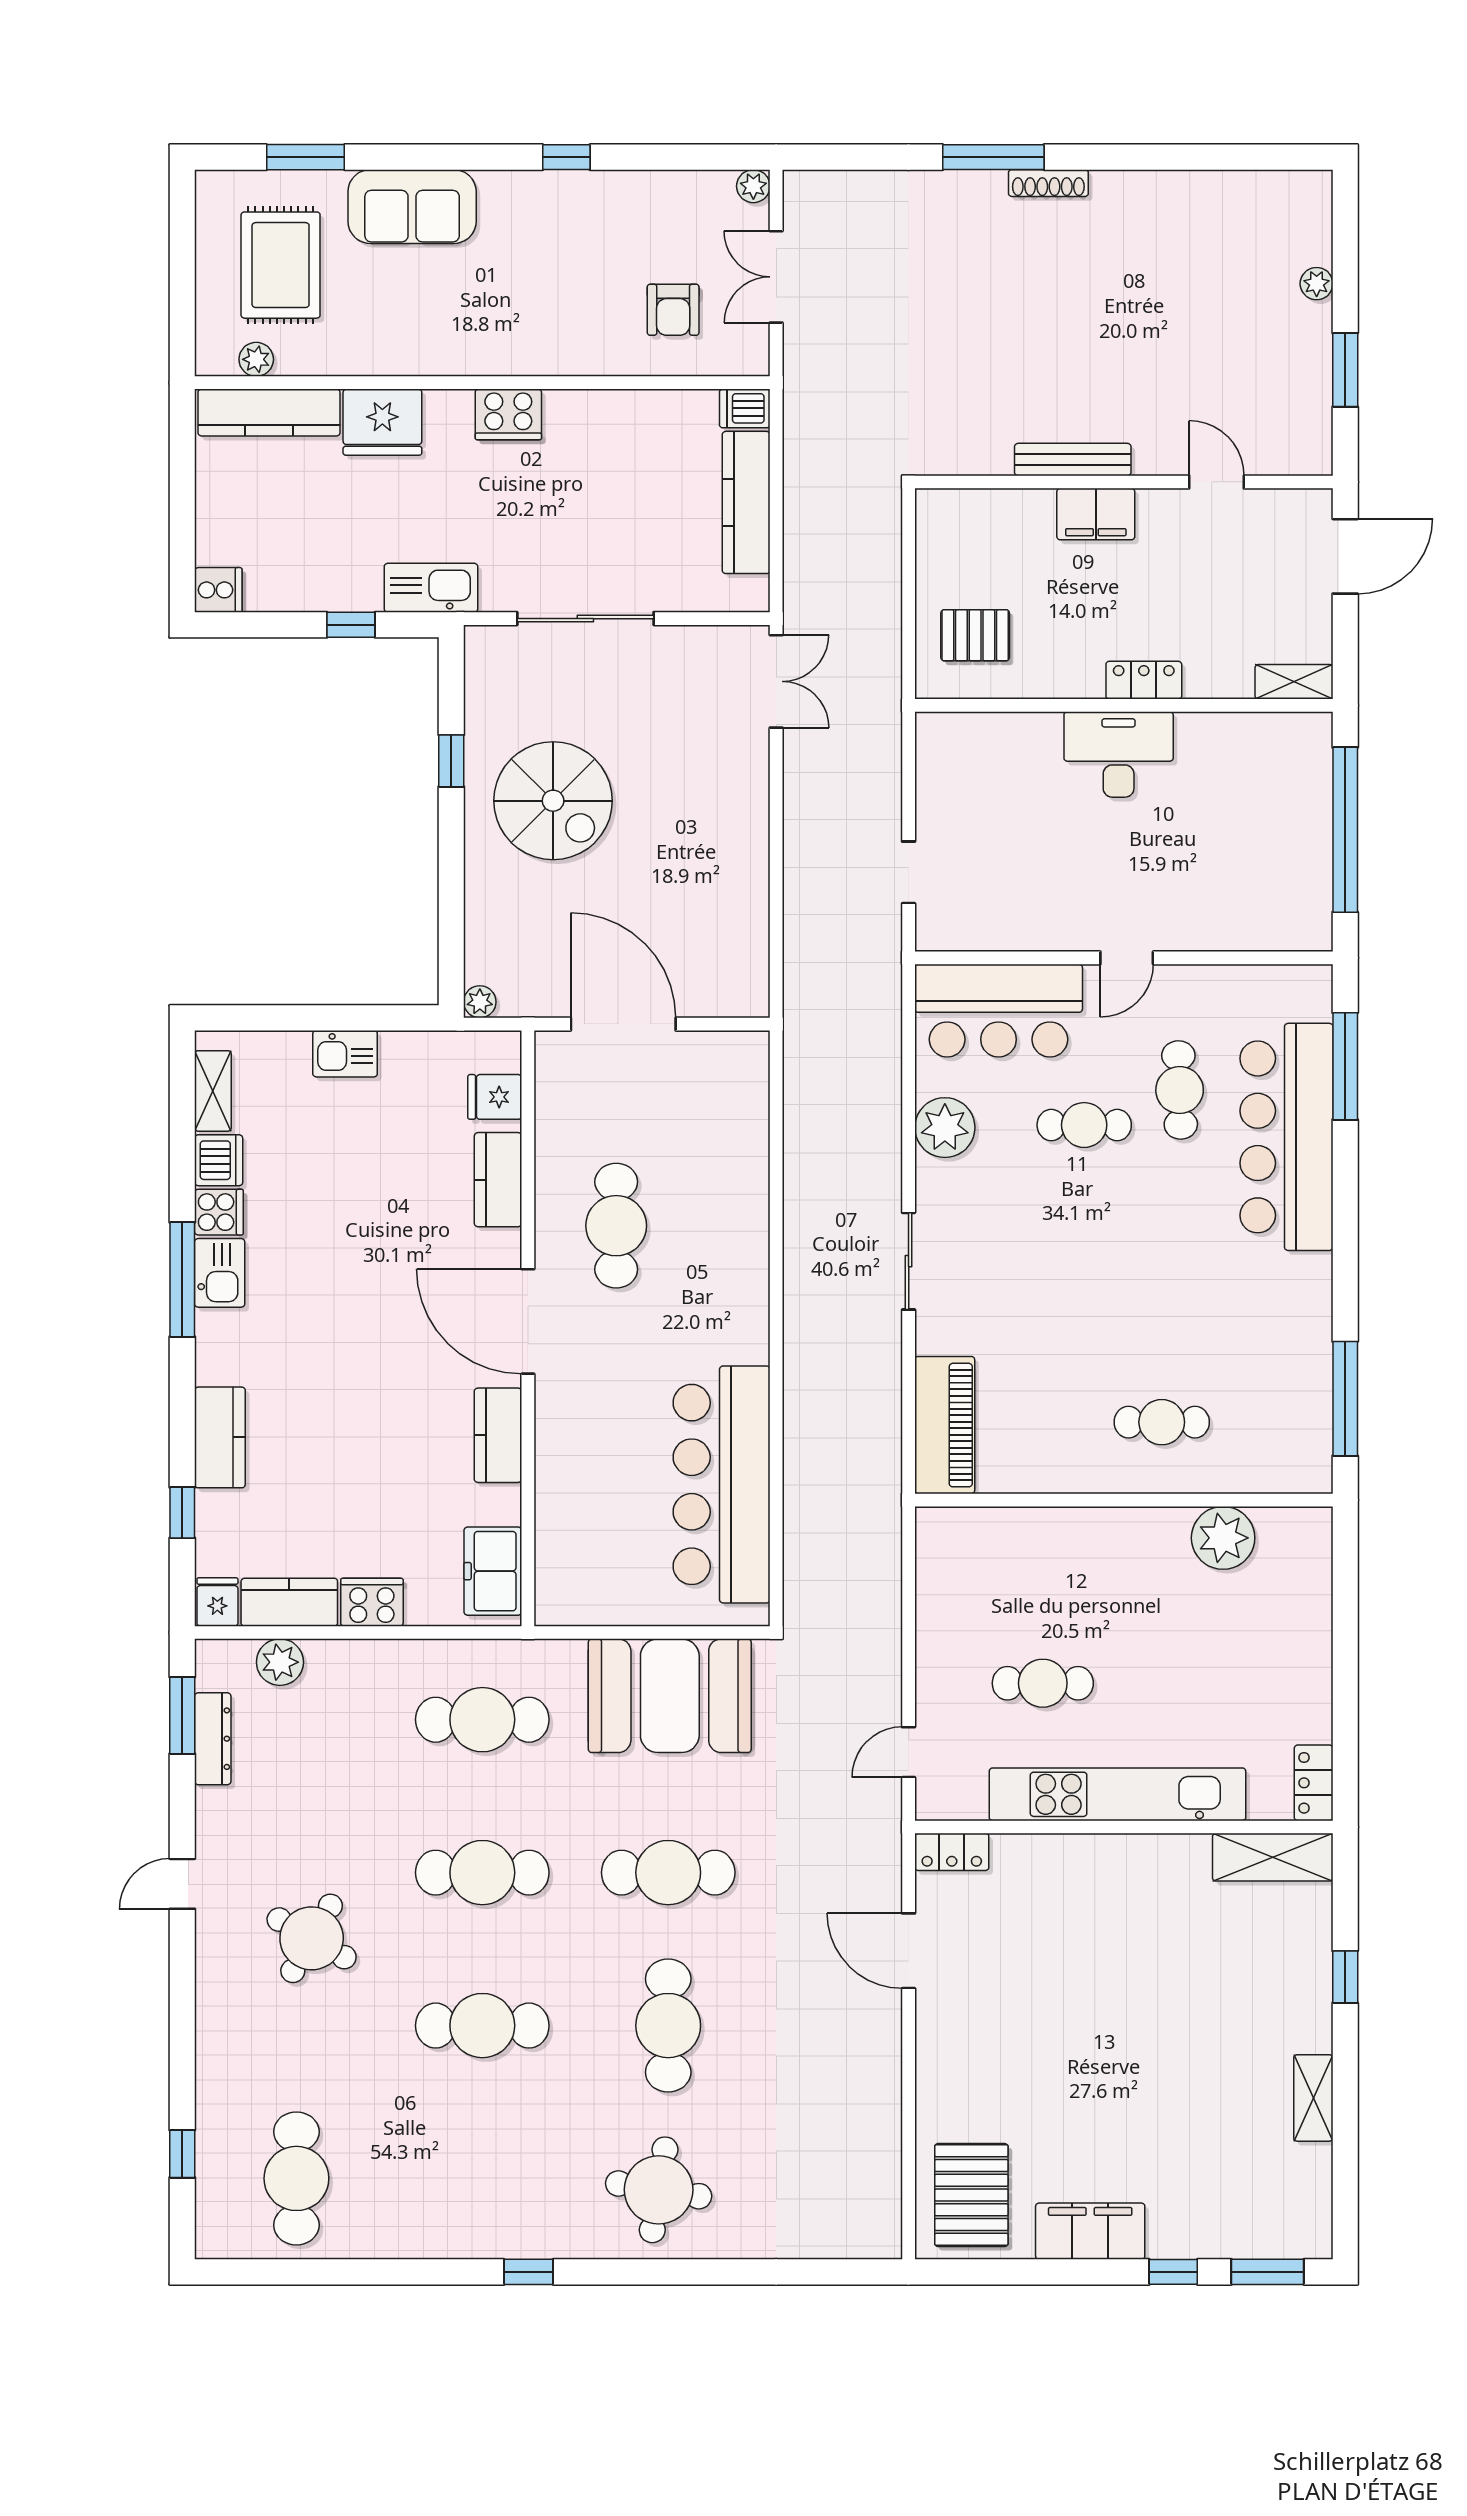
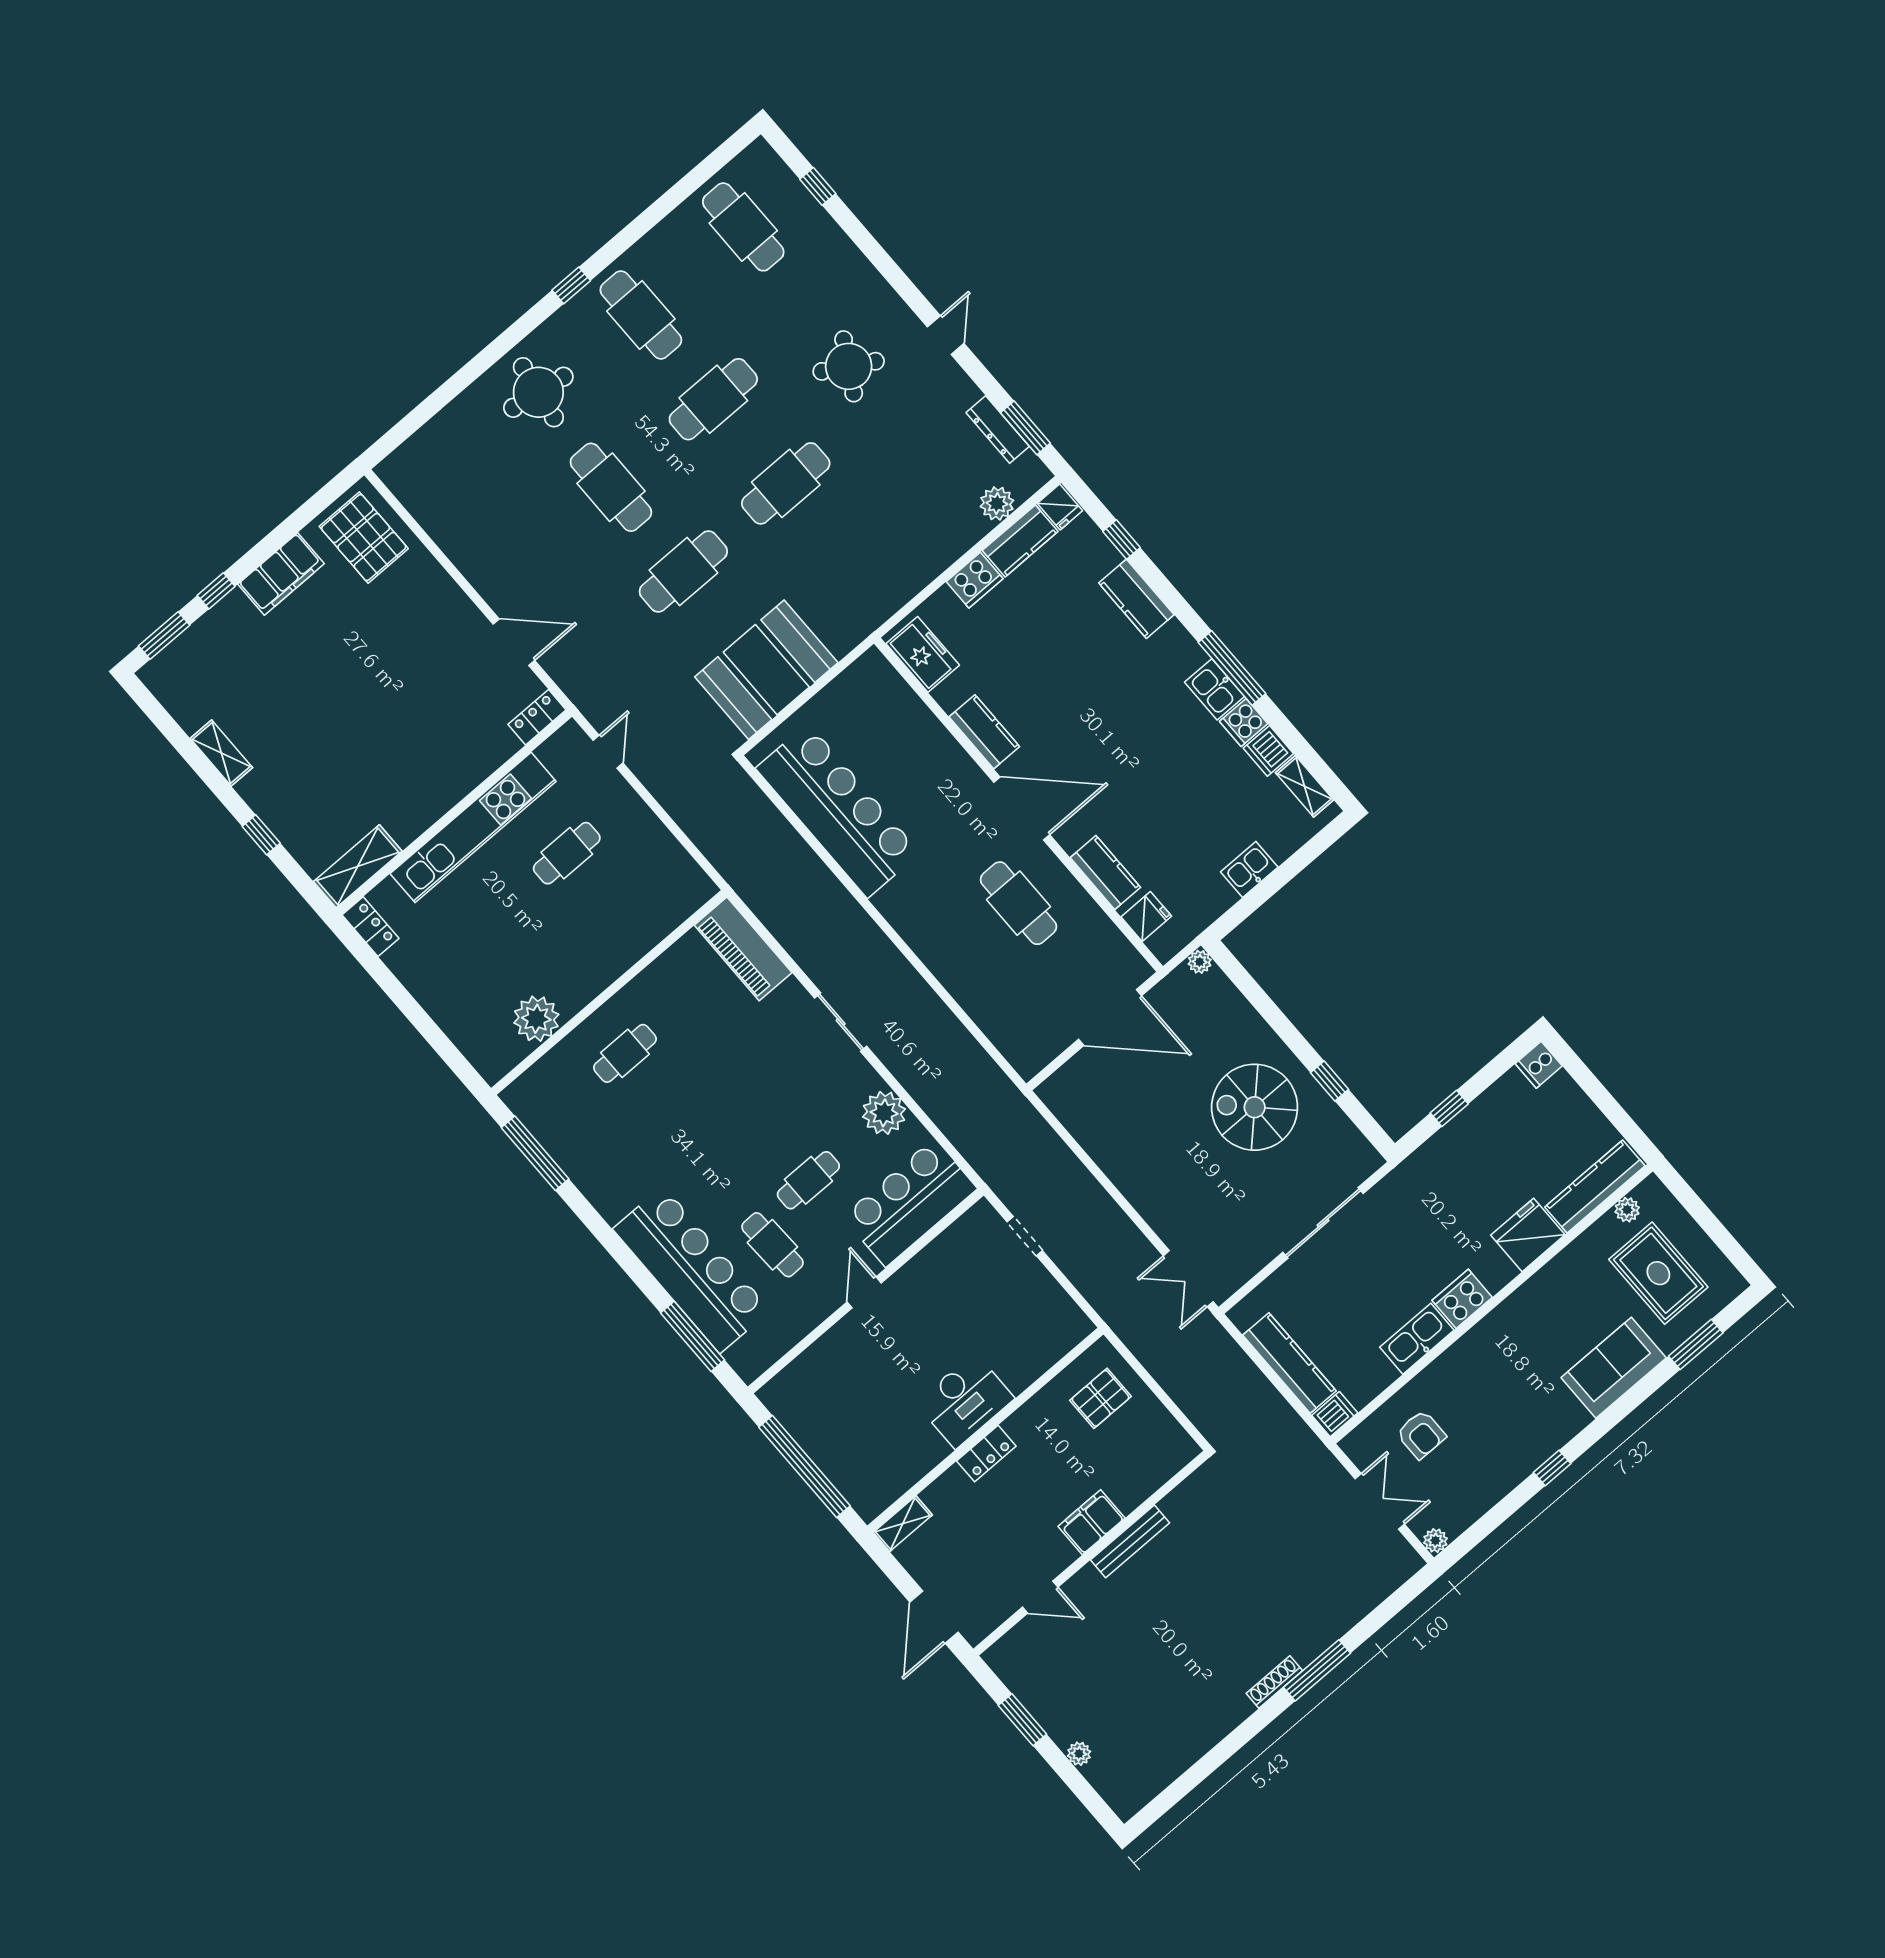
armchair: (673, 310) -> (1421, 1435), turned 180
kitchen sink: (431, 588) -> (1417, 1339), moved, turned 180
cafe table: (482, 1720) -> (641, 315), moved, turned 90

